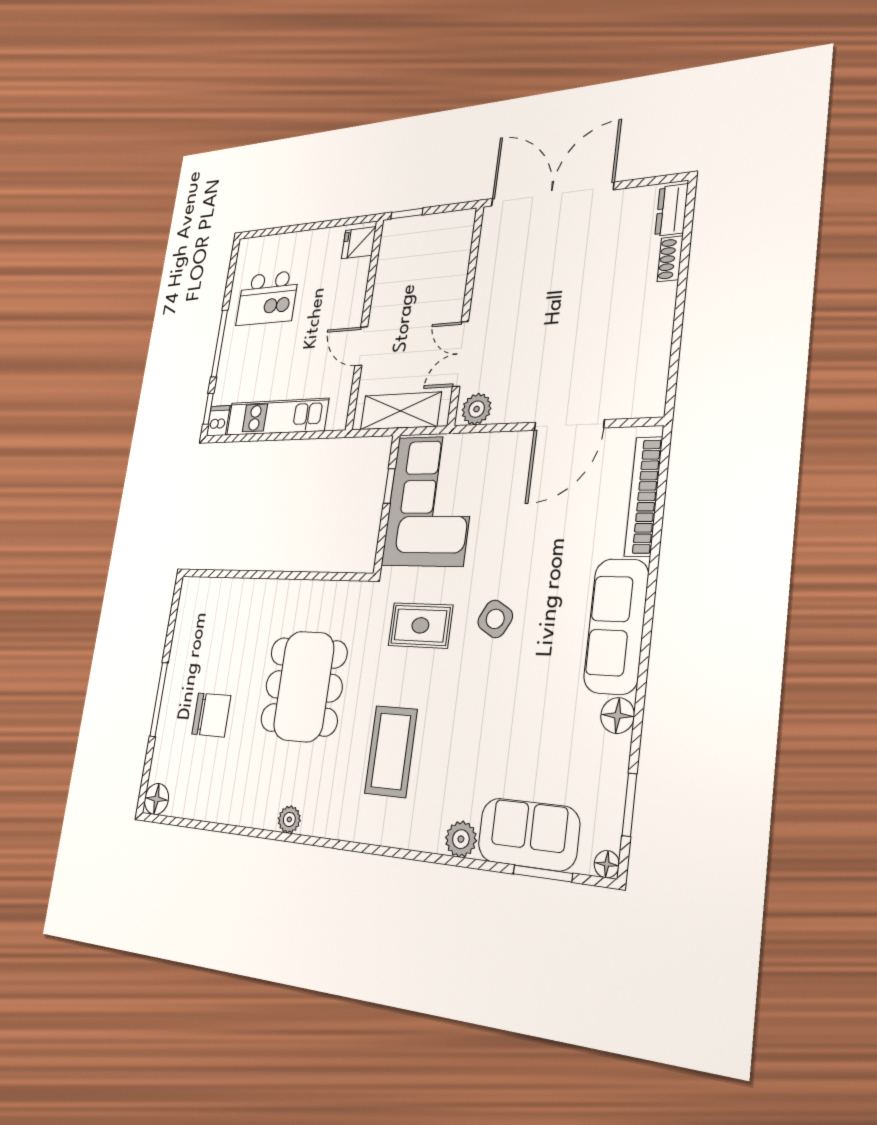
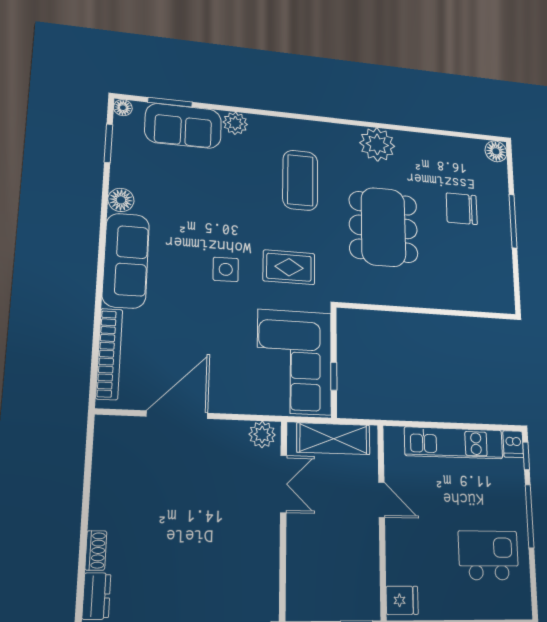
side table: (495, 619) -> (226, 269), turned -31
plant: (289, 819) -> (377, 144), width x1.87, depth x1.87

